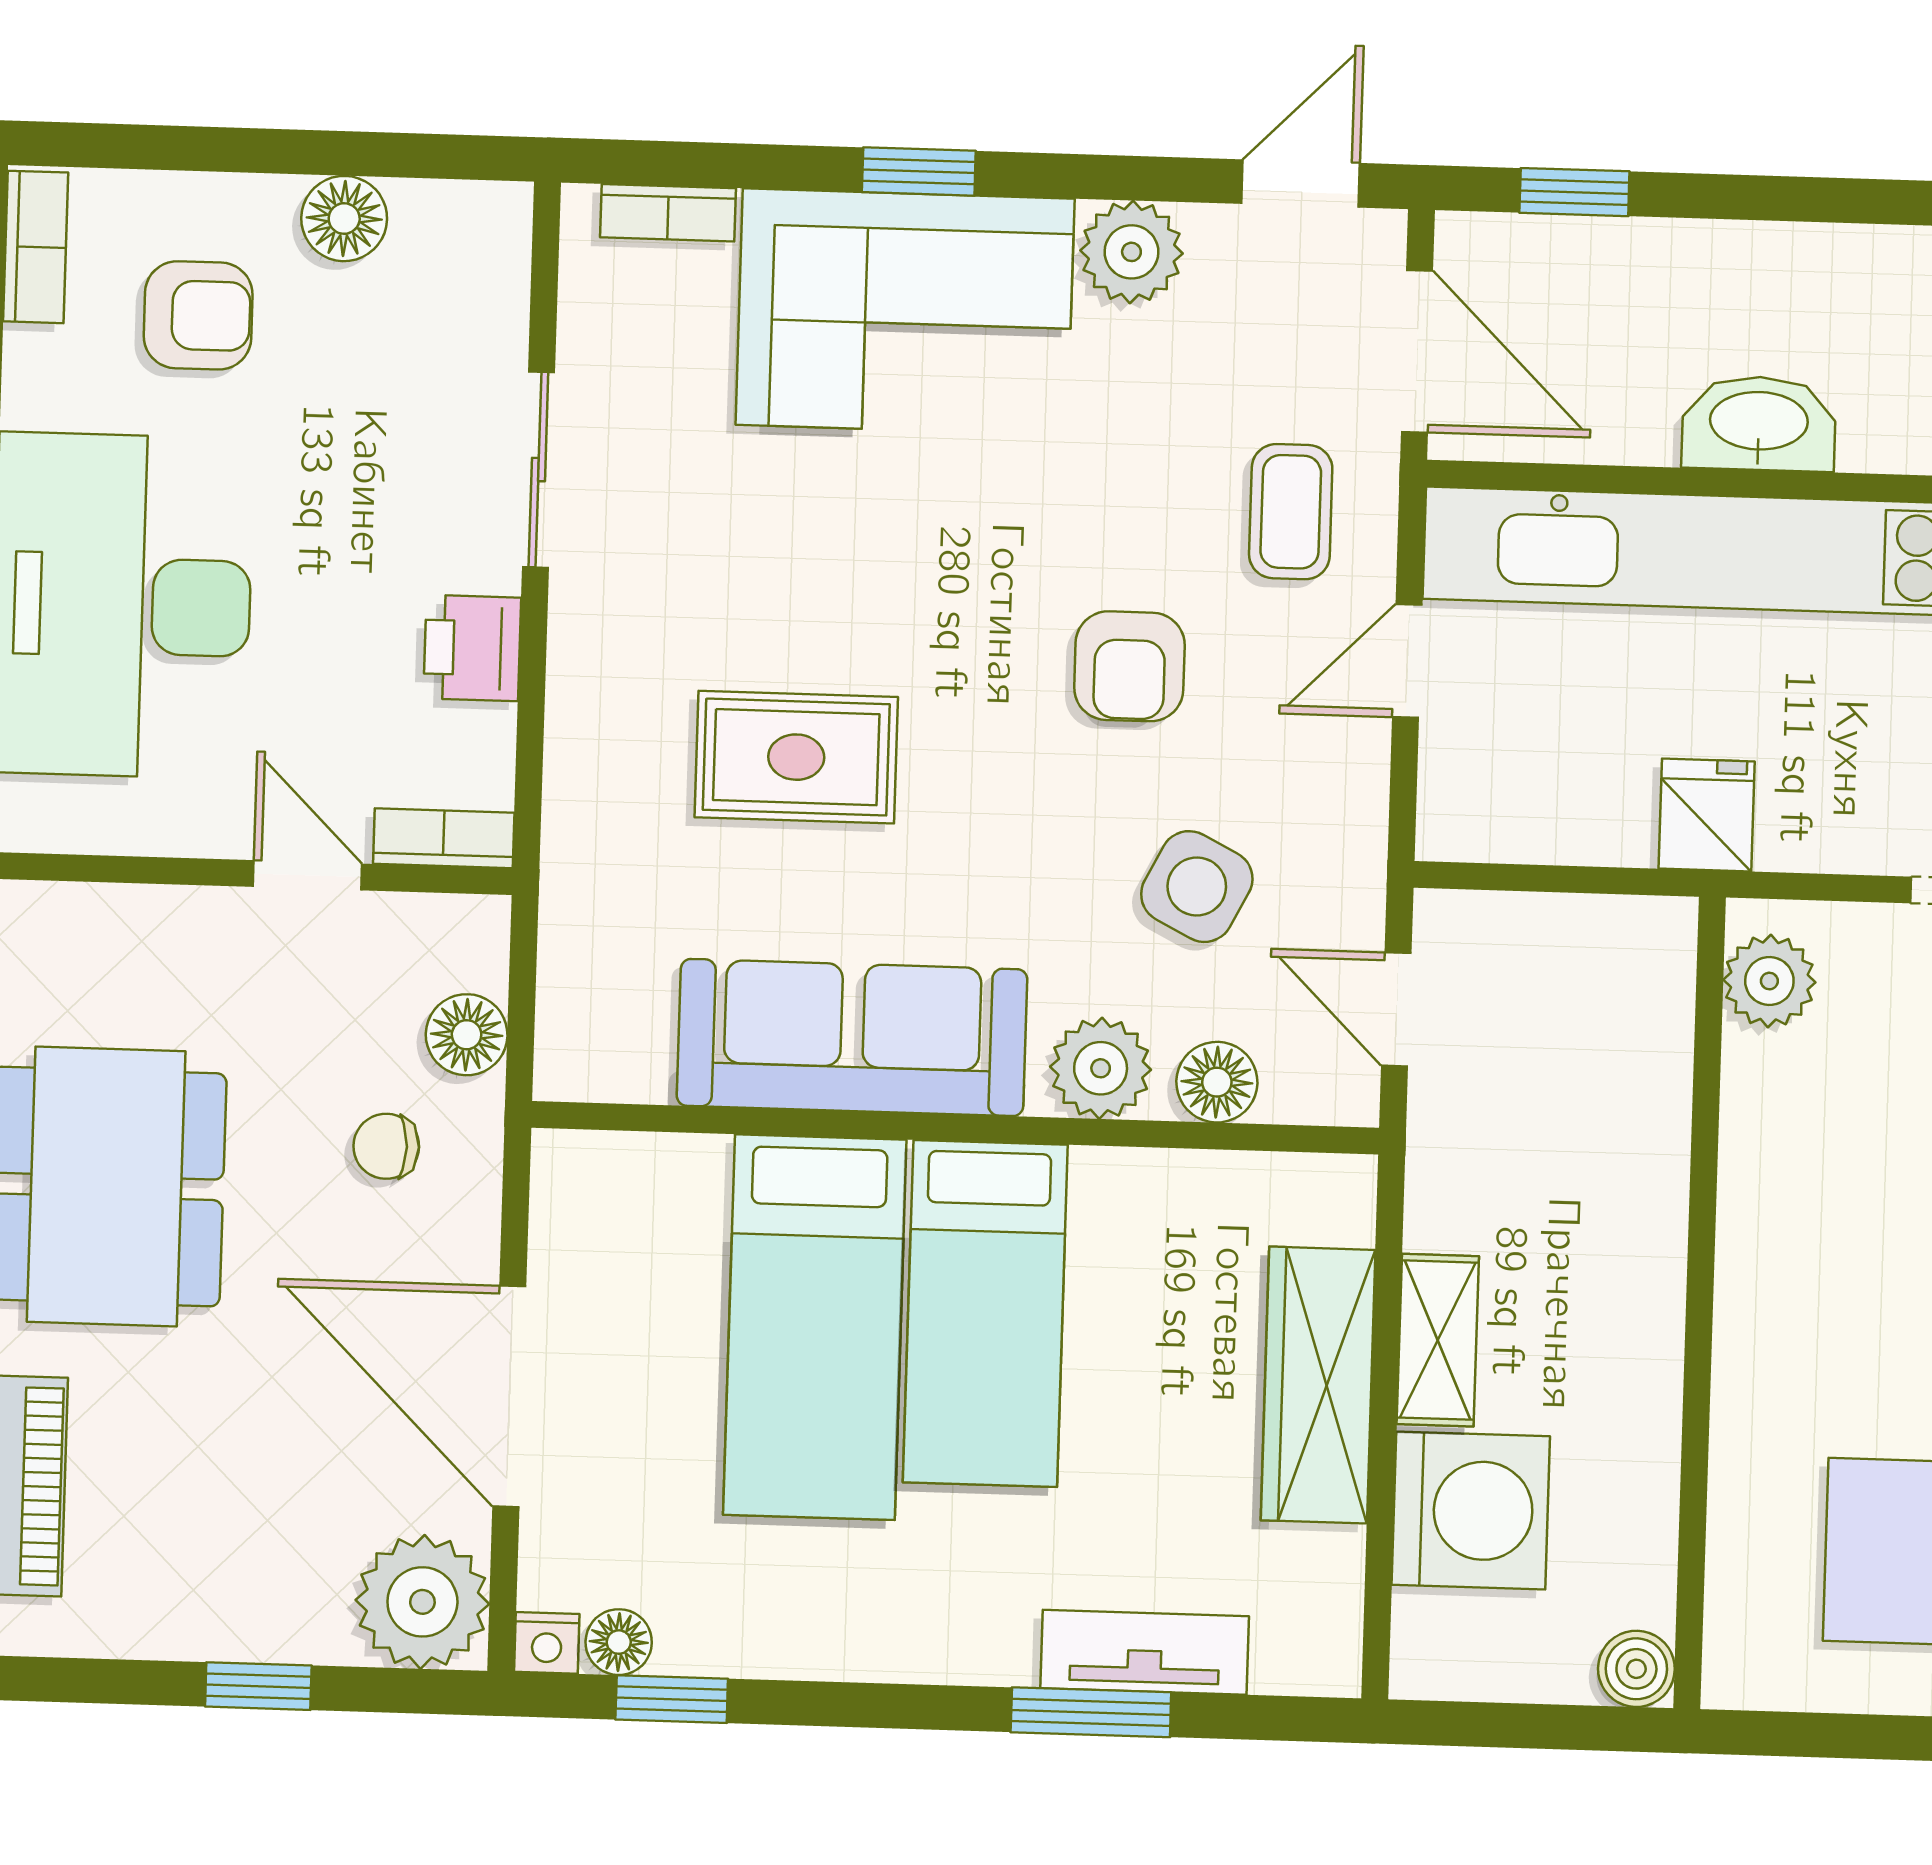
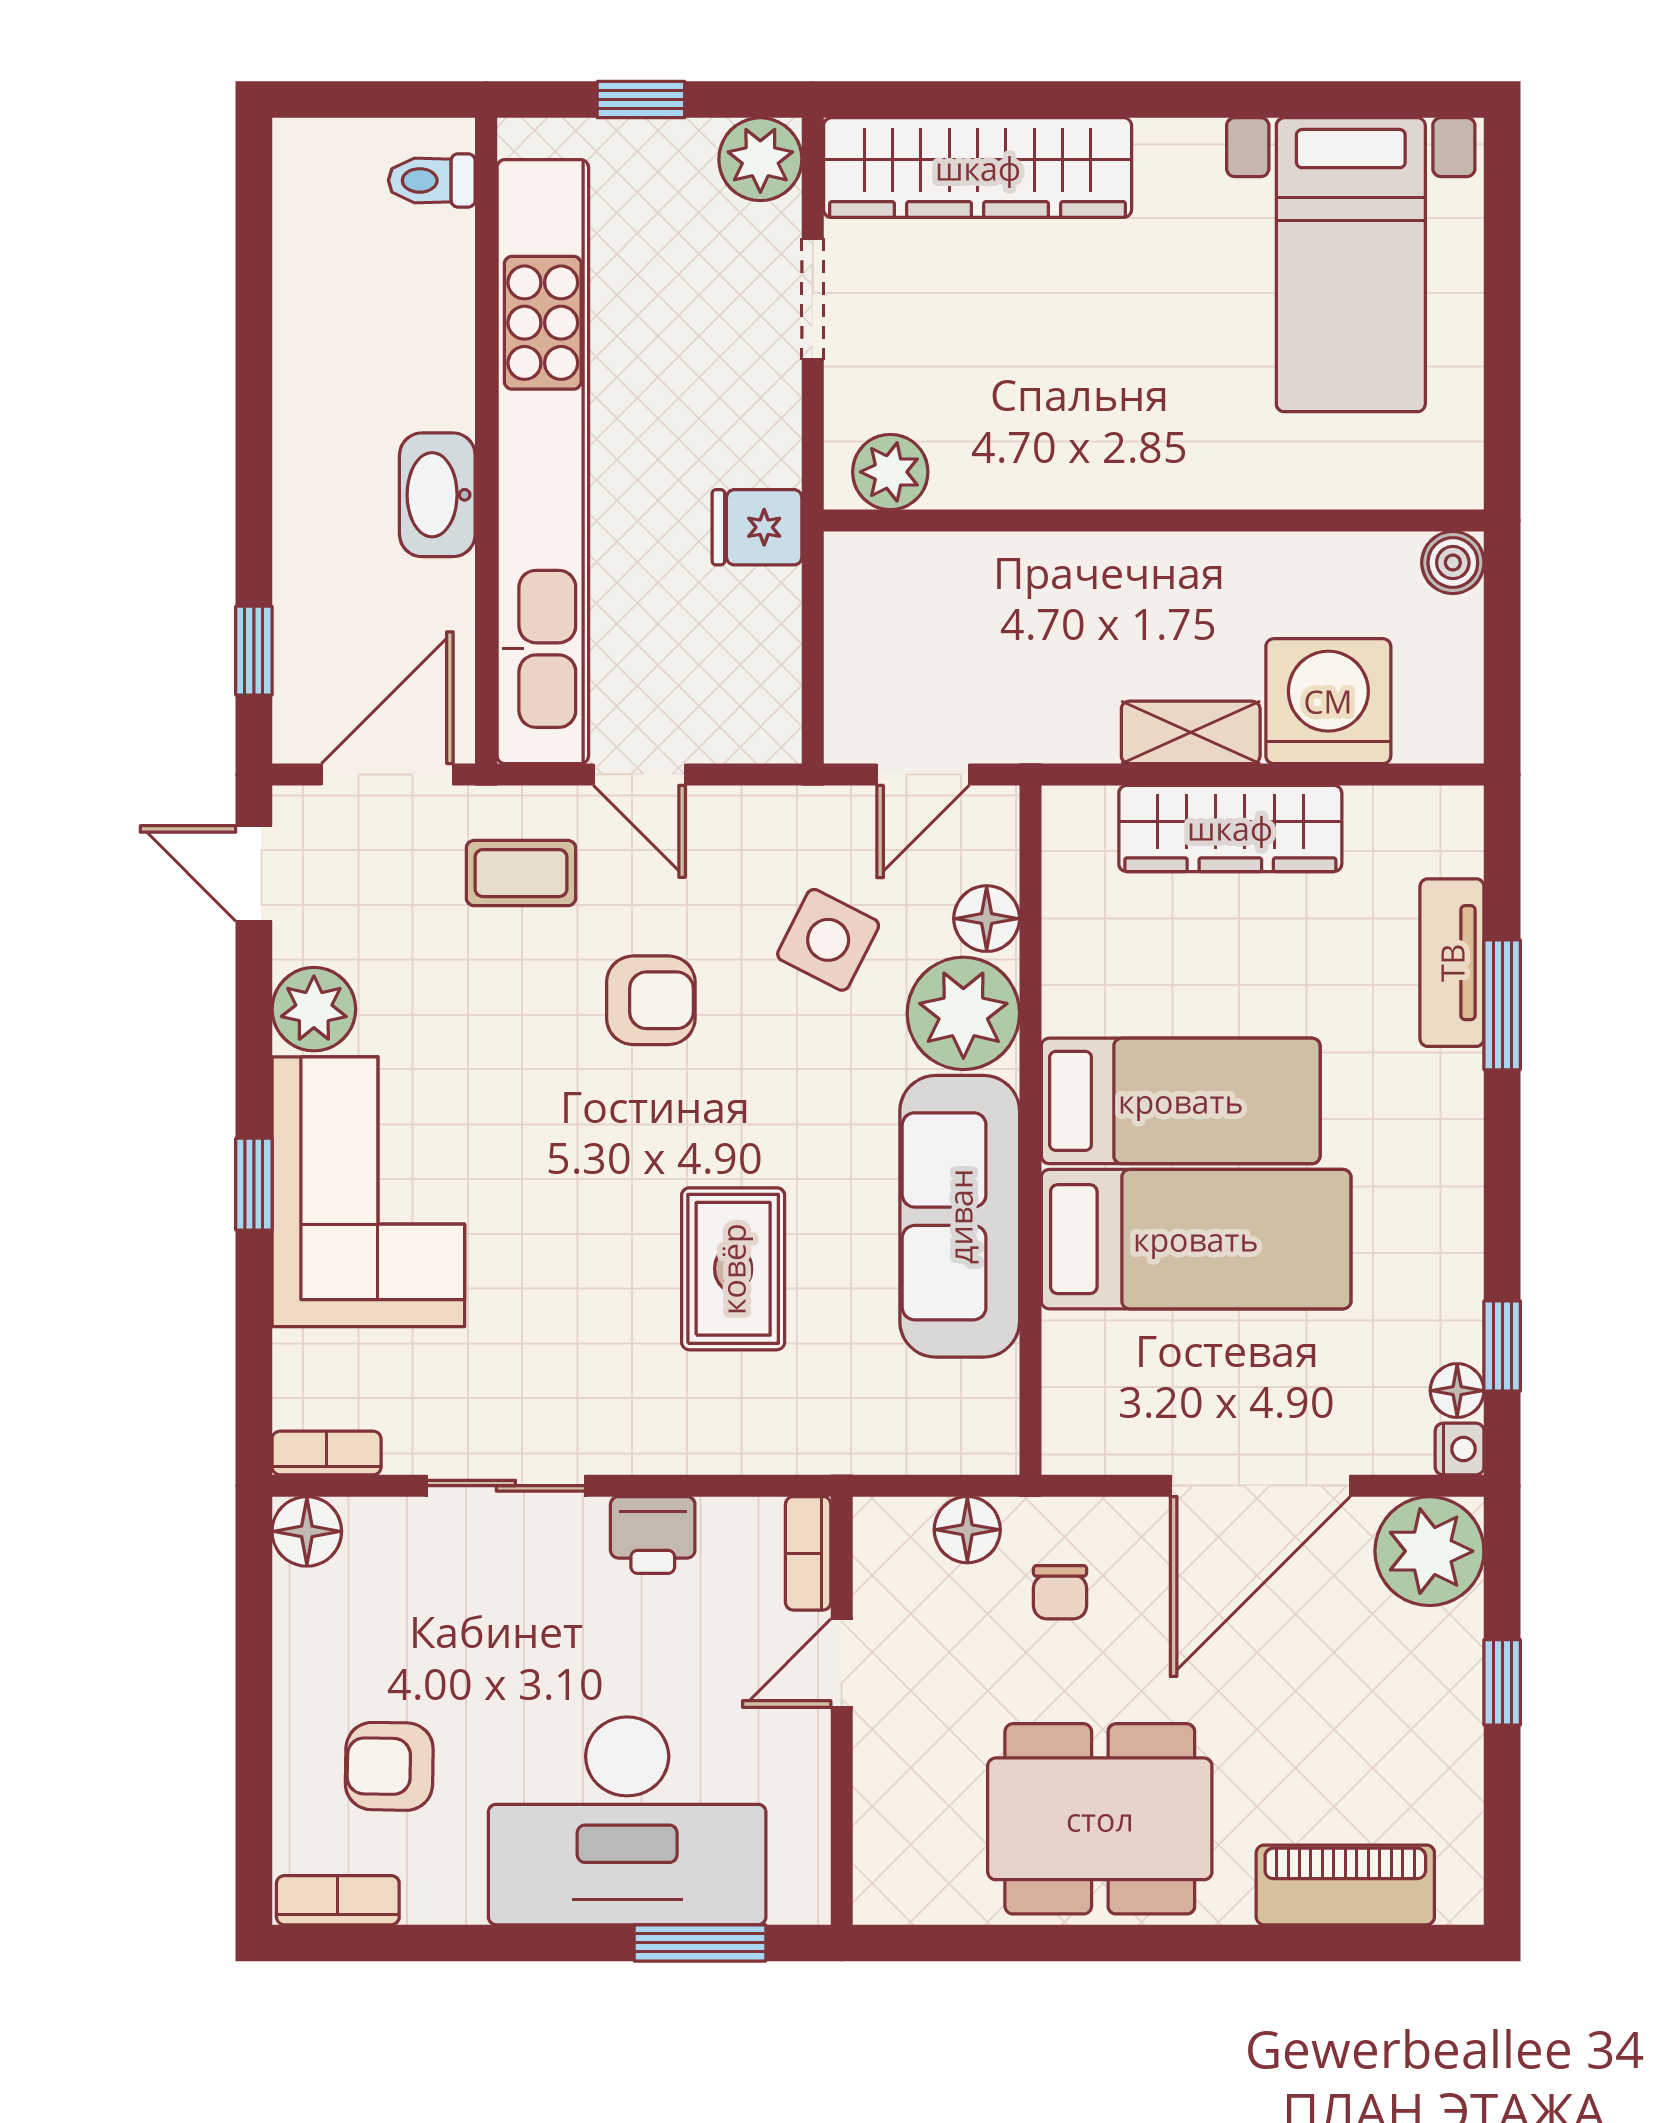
bookcase: (668, 213) -> (327, 1453), moved, turned -90
floor lamp: (344, 219) -> (307, 1531), moved
armchair: (198, 315) -> (389, 1766), turned -89
plant: (1101, 1068) -> (963, 1013), width x1.36, depth x1.36

